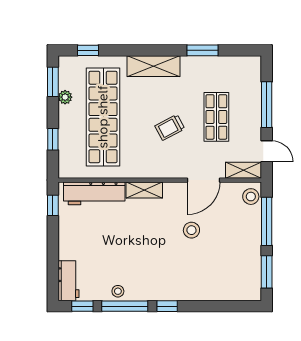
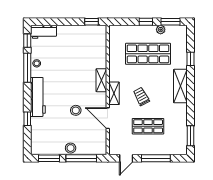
window: (88, 50) -> (191, 59), moved
window: (202, 50) -> (191, 136), moved
shop shelf: (103, 117) -> (148, 54), width x0.71
window: (53, 139) -> (146, 22), moved
shelving: (243, 170) -> (114, 93), moved
workbench: (94, 193) -> (38, 97), moved, turned 180
stool: (251, 197) -> (71, 148), moved
window: (167, 306) -> (27, 119), moved

